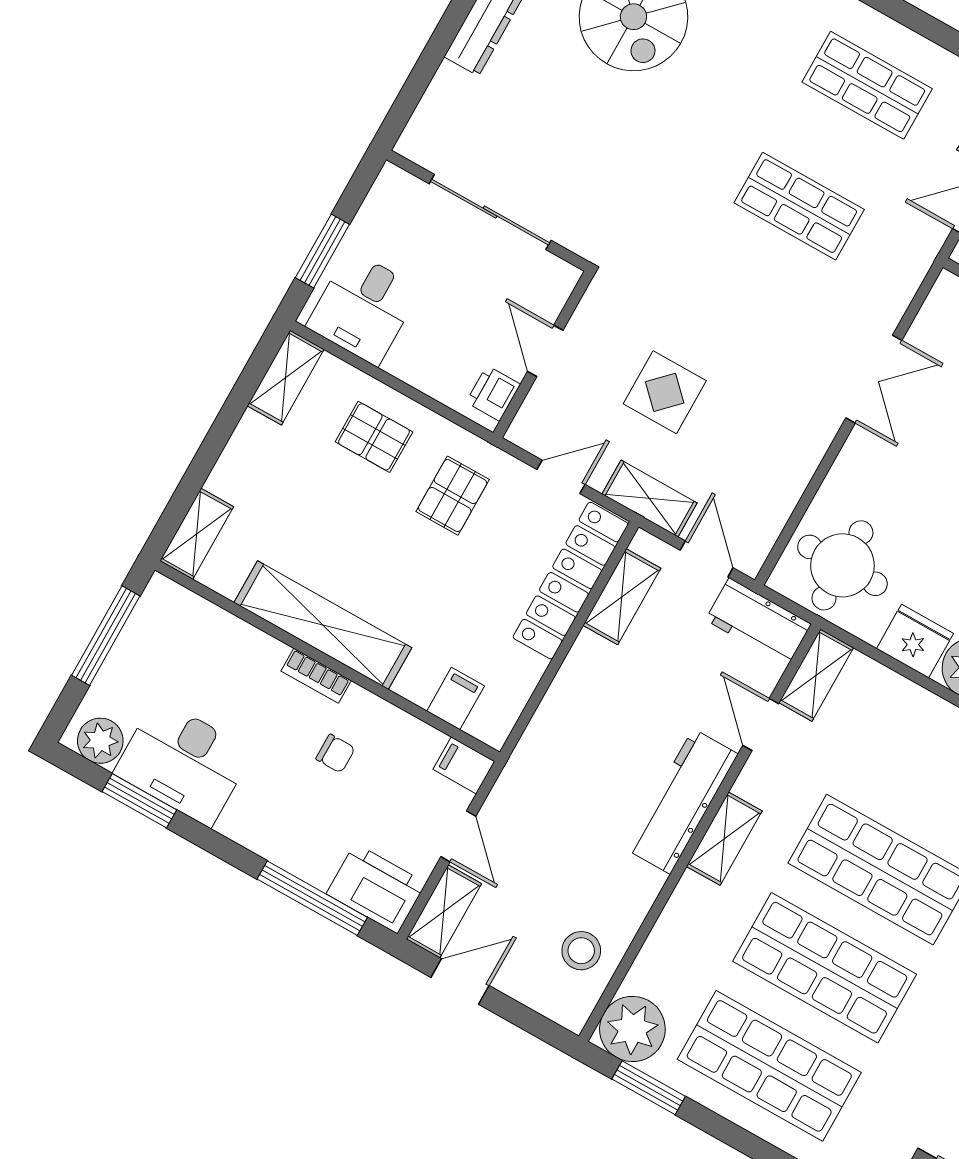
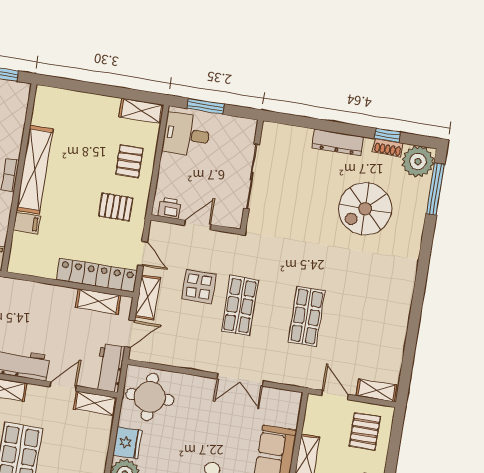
shop shelf: (867, 85) -> (240, 306), moved
shelving: (197, 534) -> (55, 97), removed
filing cabinet: (456, 699) -> (27, 223), moved

